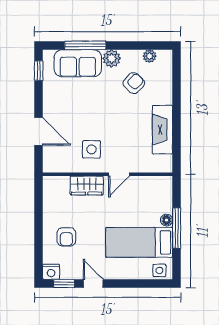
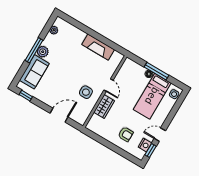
window: (85, 45) -> (34, 50), moved
armchair: (134, 83) -> (63, 48), removed
nightstand: (51, 272) -> (145, 145), moved

